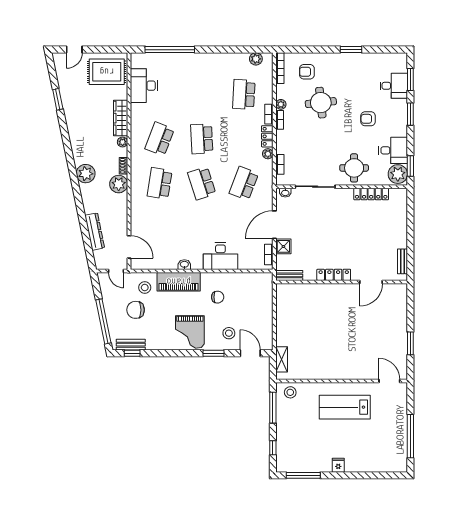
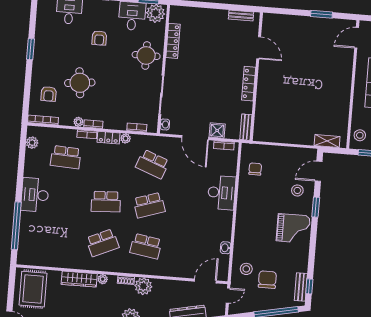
desk: (144, 86) -> (35, 195), moved, turned 90
school desk: (160, 139) -> (103, 243), turned -45
washbasin: (184, 265) -> (225, 248), moved
piano: (179, 282) -> (243, 235), removed
chair: (218, 297) -> (255, 169), moved
chair: (136, 310) -> (267, 280), turned 180

